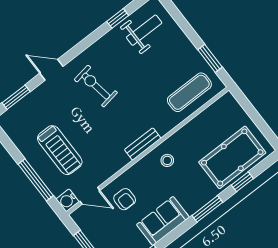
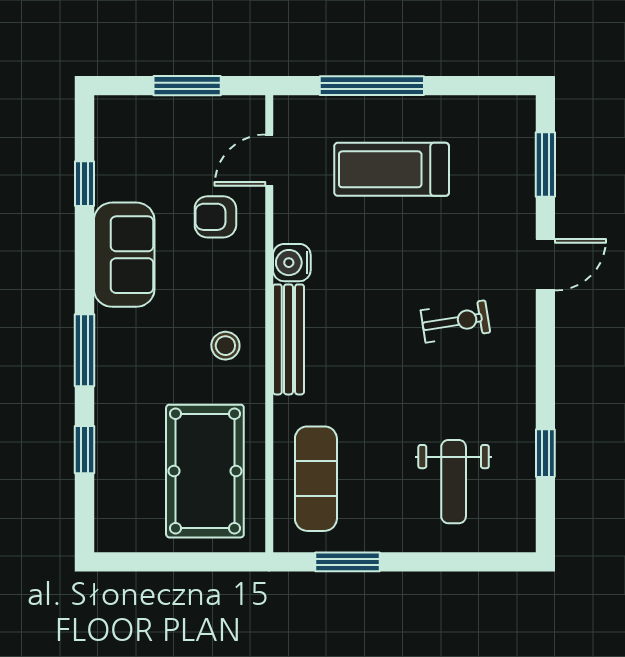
weight bench: (144, 30) -> (454, 482), moved
exercise bike: (96, 86) -> (455, 321), width x0.73, depth x0.72
bench: (143, 144) -> (288, 339), width x1.36
pool table: (232, 157) -> (205, 471), moved
water cooler: (68, 200) -> (292, 263), moved, turned -90

